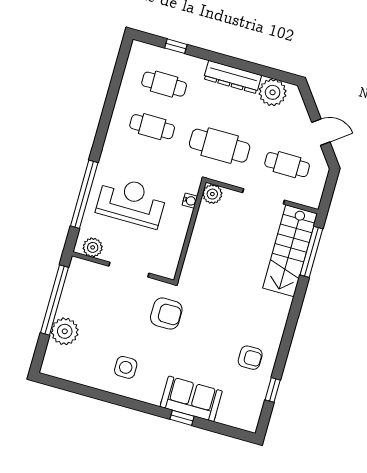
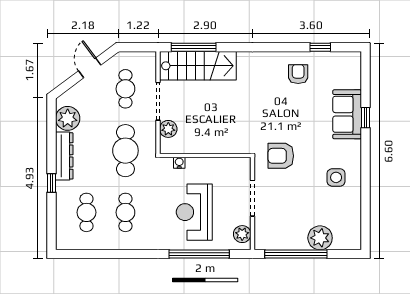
window: (176, 46) -> (51, 183), moved
plant: (212, 194) -> (168, 129), moved
armchair: (166, 314) -> (281, 156), turned -90

